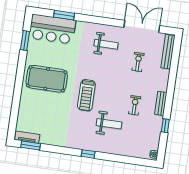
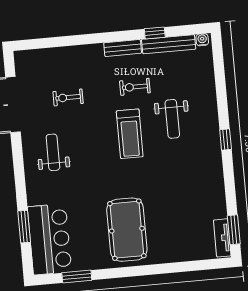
bench: (168, 52) -> (169, 44), moved
treadmill: (86, 95) -> (130, 134), moved, turned 90
weight bench: (109, 124) -> (172, 119), turned 180

